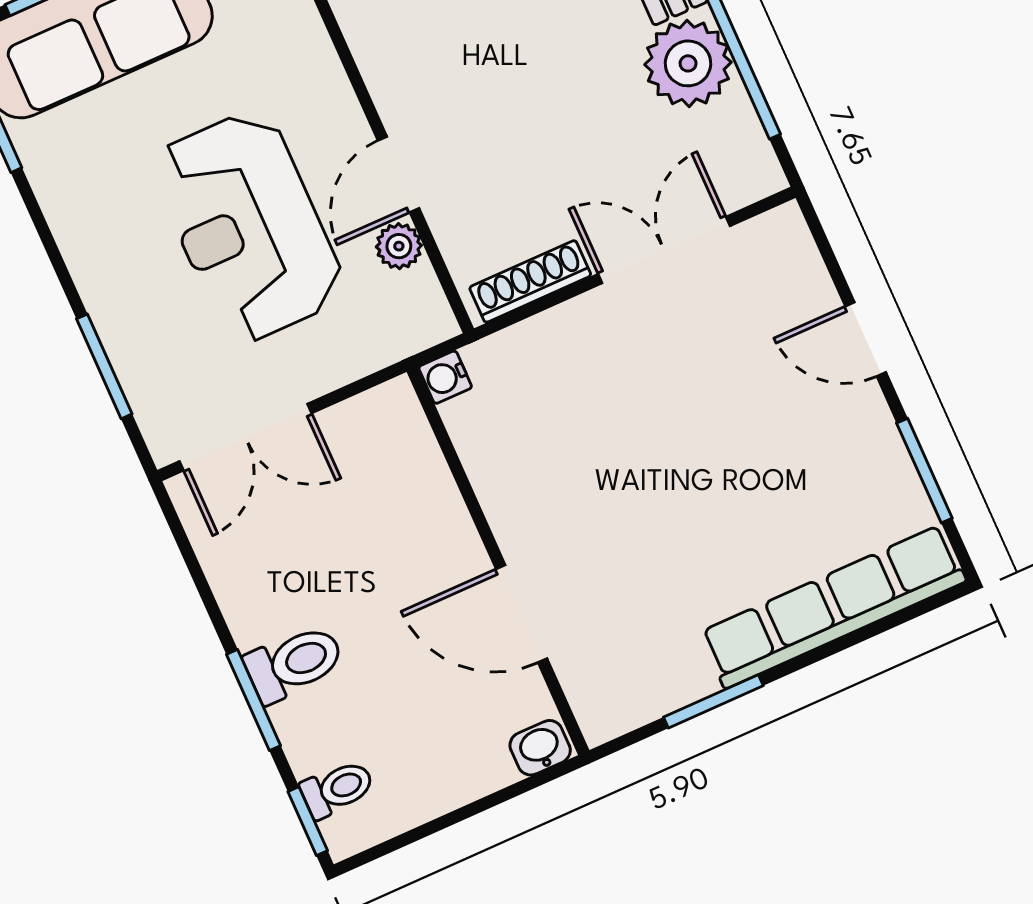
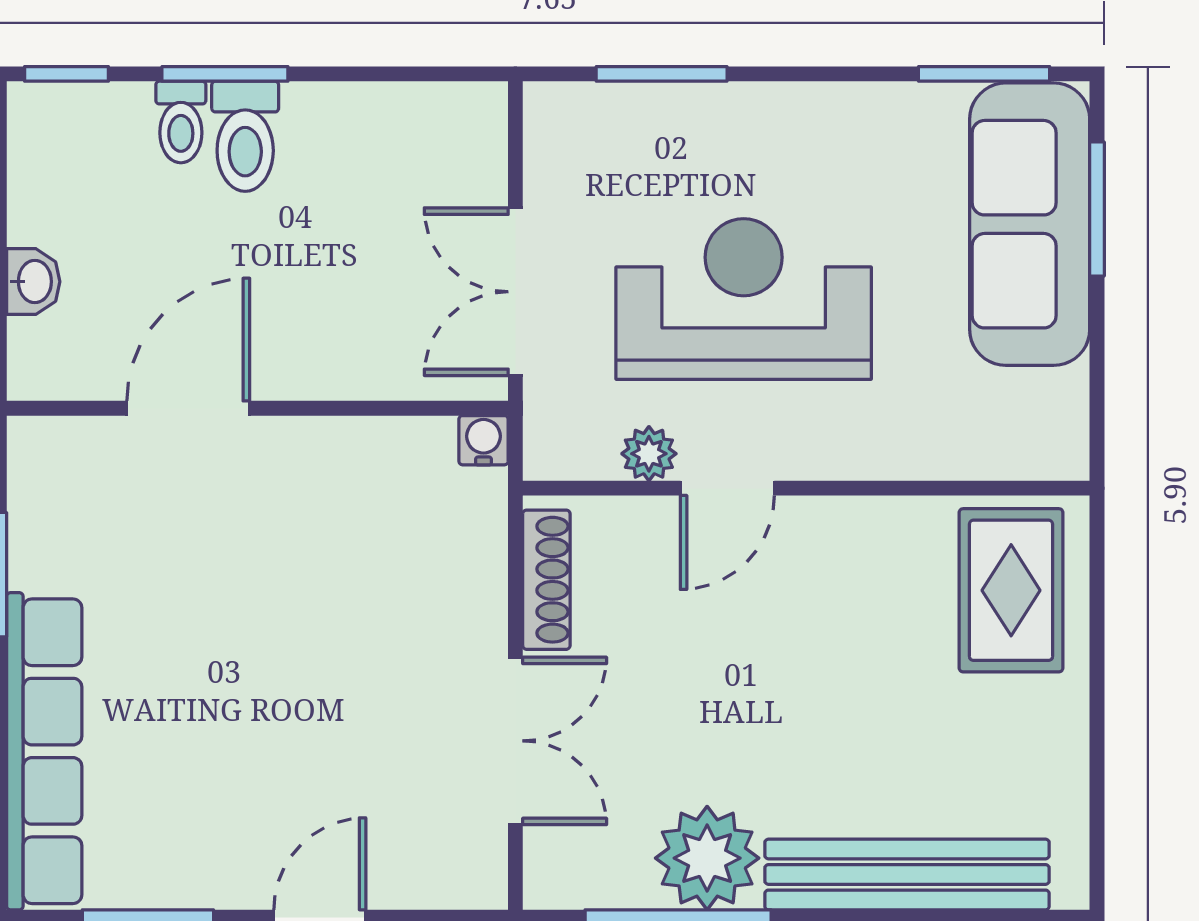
door: (398, 174) -> (727, 488), swing flipped
double door: (245, 437) -> (515, 292), moved
washbasin: (540, 748) -> (33, 282), moved
toilet: (337, 789) -> (181, 122), moved

